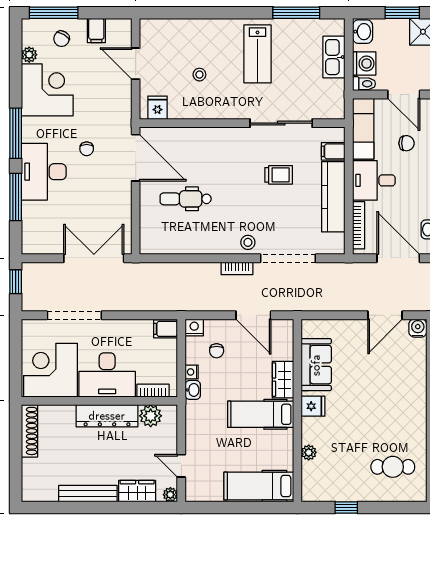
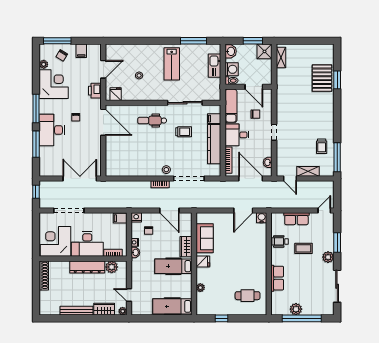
door: (136, 64) -> (103, 69), swing flipped
printer: (121, 102) -> (95, 91), added
dental chair: (186, 199) -> (152, 121), moved

